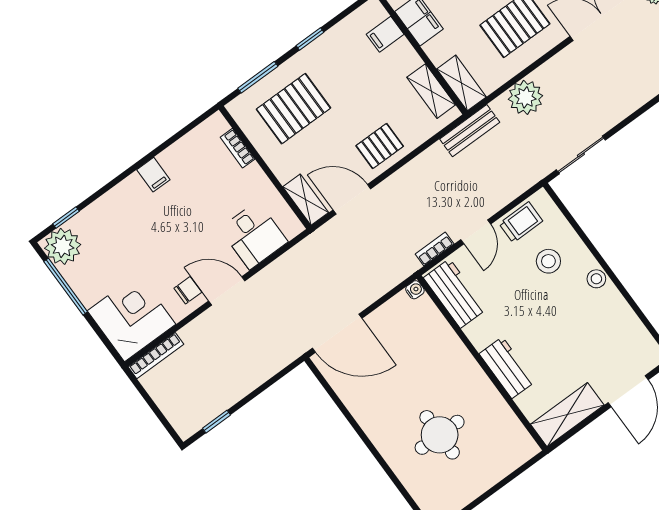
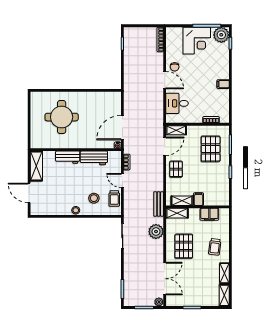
filing cabinet: (385, 34) -> (199, 199), moved
door: (227, 291) -> (165, 80), hinge flipped
workbench: (455, 293) -> (94, 158), moved
corner desk: (131, 318) -> (197, 41), moved
door: (337, 333) -> (122, 128), moved
round table: (440, 435) -> (62, 117), width x1.36, depth x1.36

